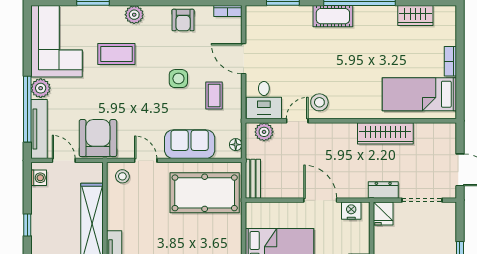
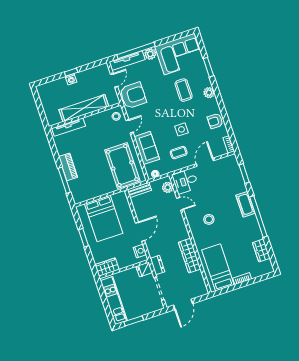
stool: (319, 102) -> (209, 219), moved
washing machine: (39, 178) -> (71, 79), moved

